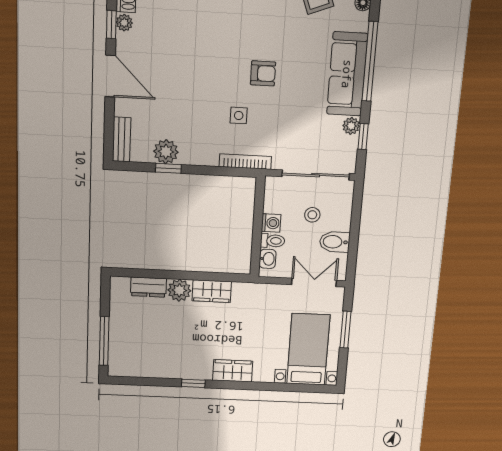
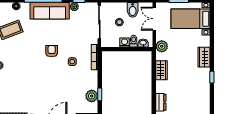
plant: (179, 290) -> (162, 46), moved

